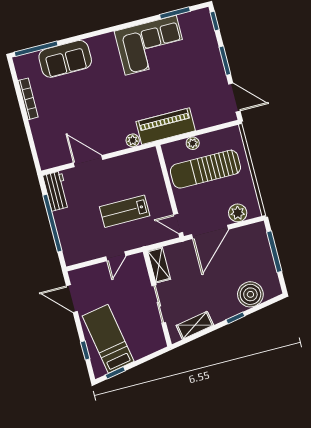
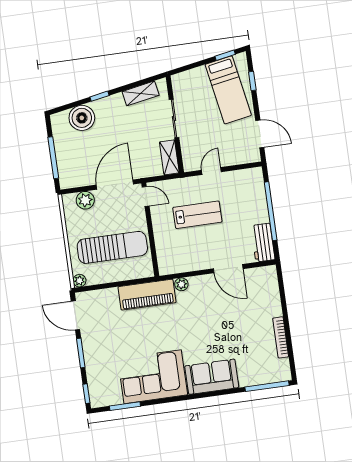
sofa: (65, 59) -> (212, 377), moved
plant: (193, 143) -> (79, 281), moved

